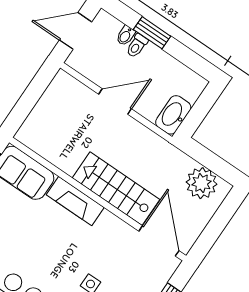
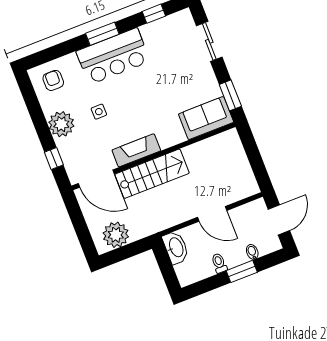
toilet: (137, 46) -> (219, 263), moved
door: (115, 101) -> (212, 214), hinge flipped
fireplace: (75, 201) -> (136, 150), moved

